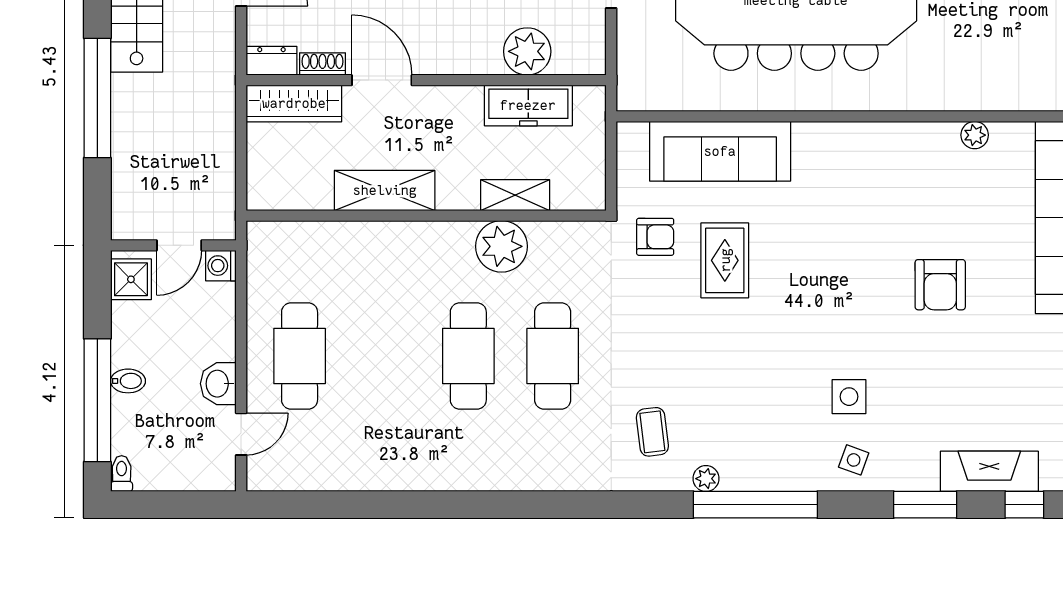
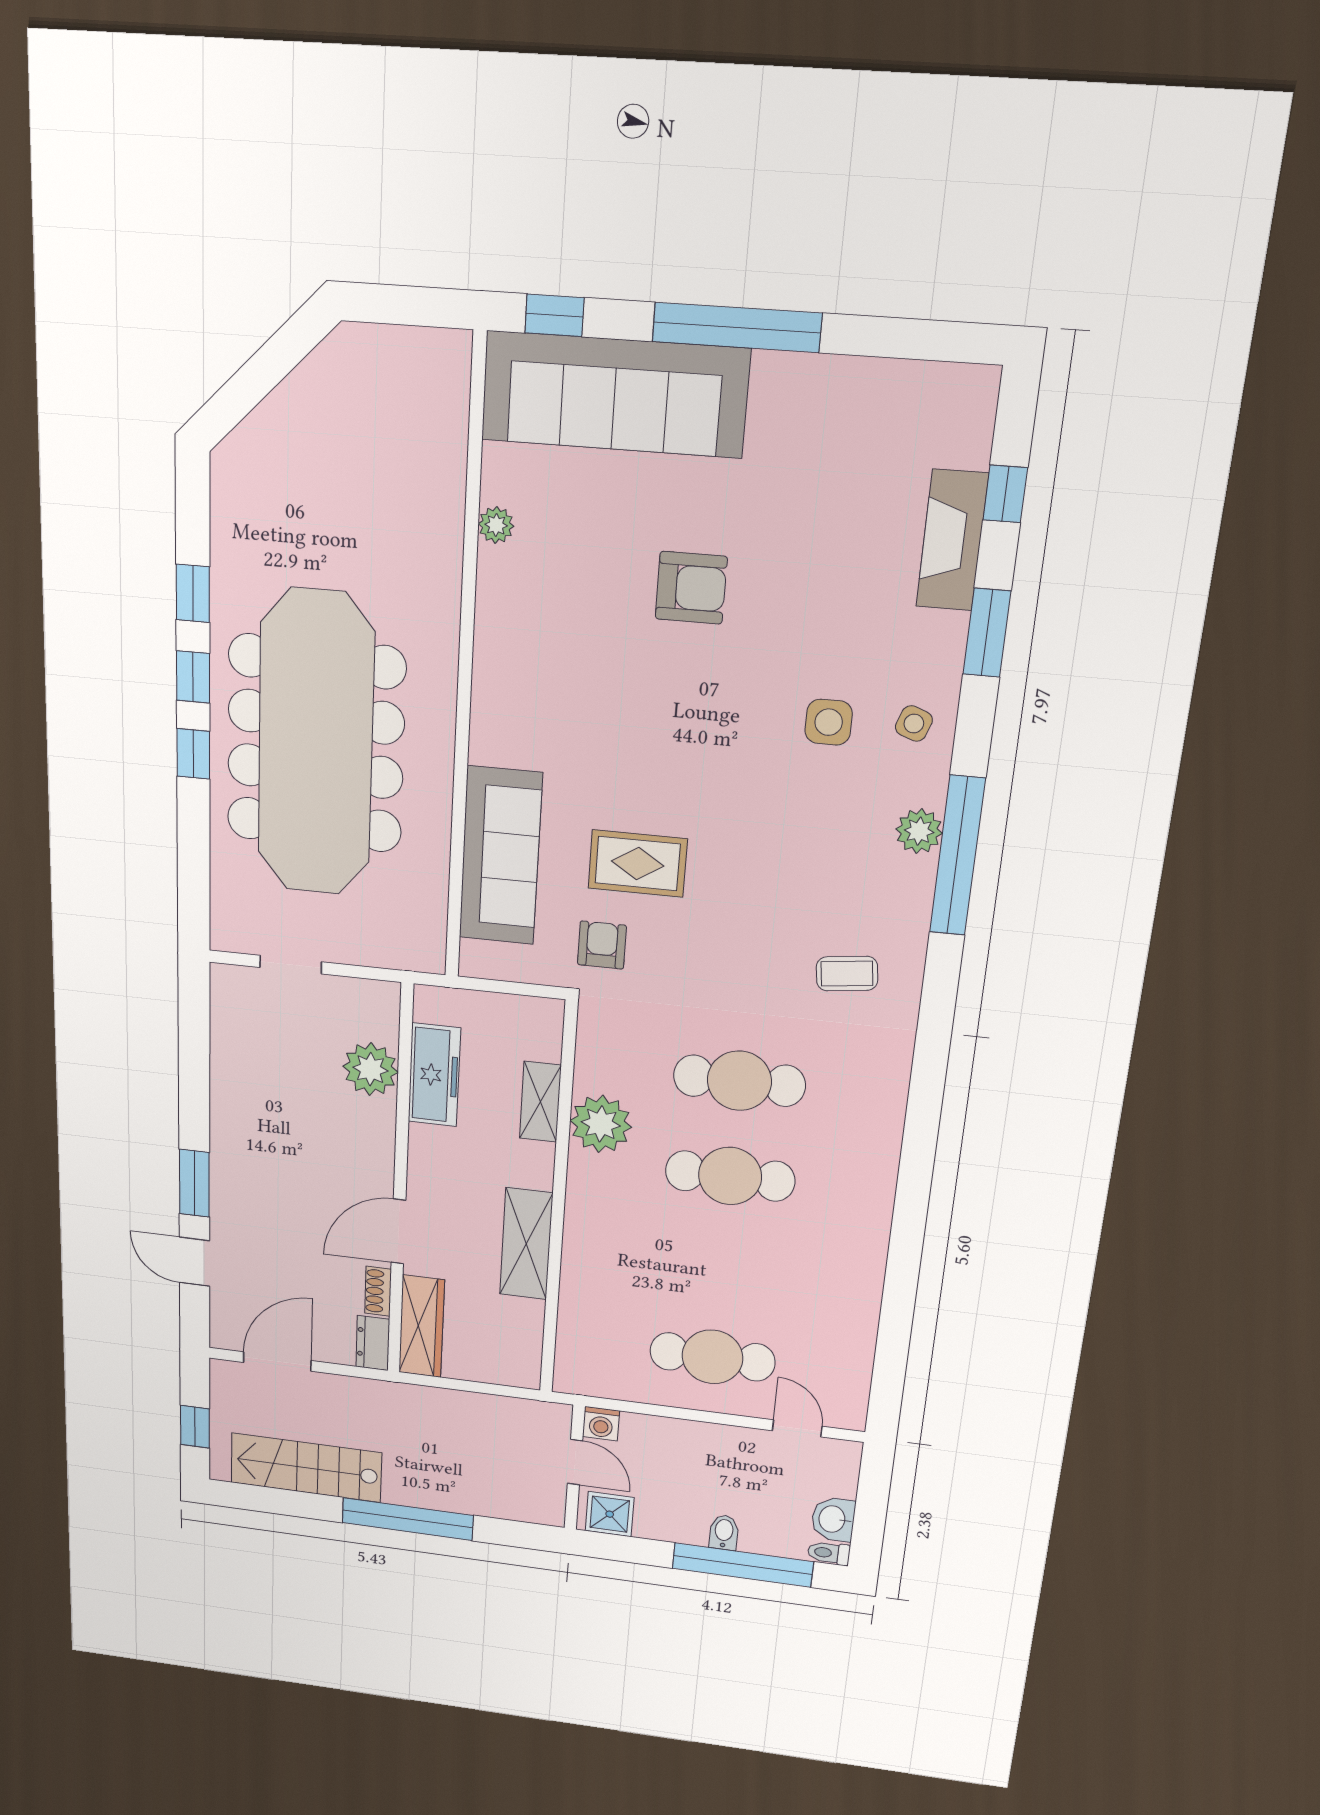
washbasin: (218, 384) -> (833, 1519), moved, turned 90
plant: (706, 479) -> (919, 831), moved, width x1.38, depth x1.38

